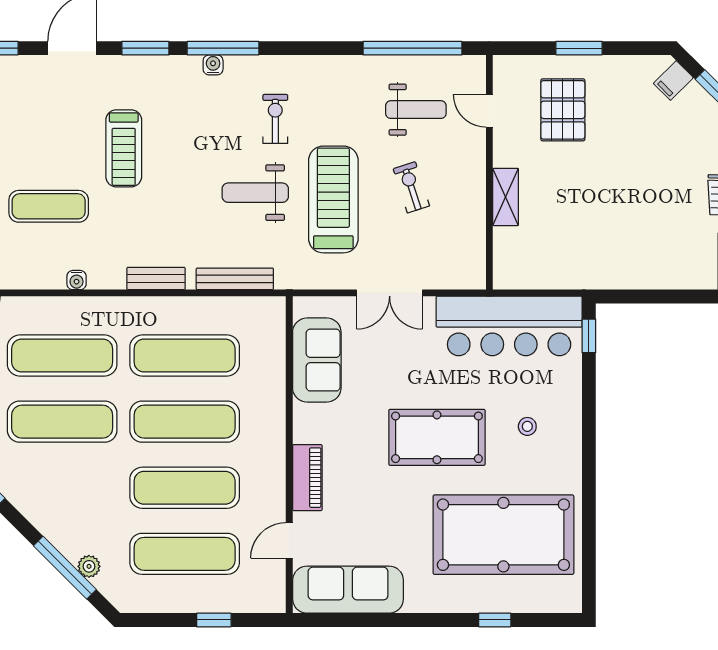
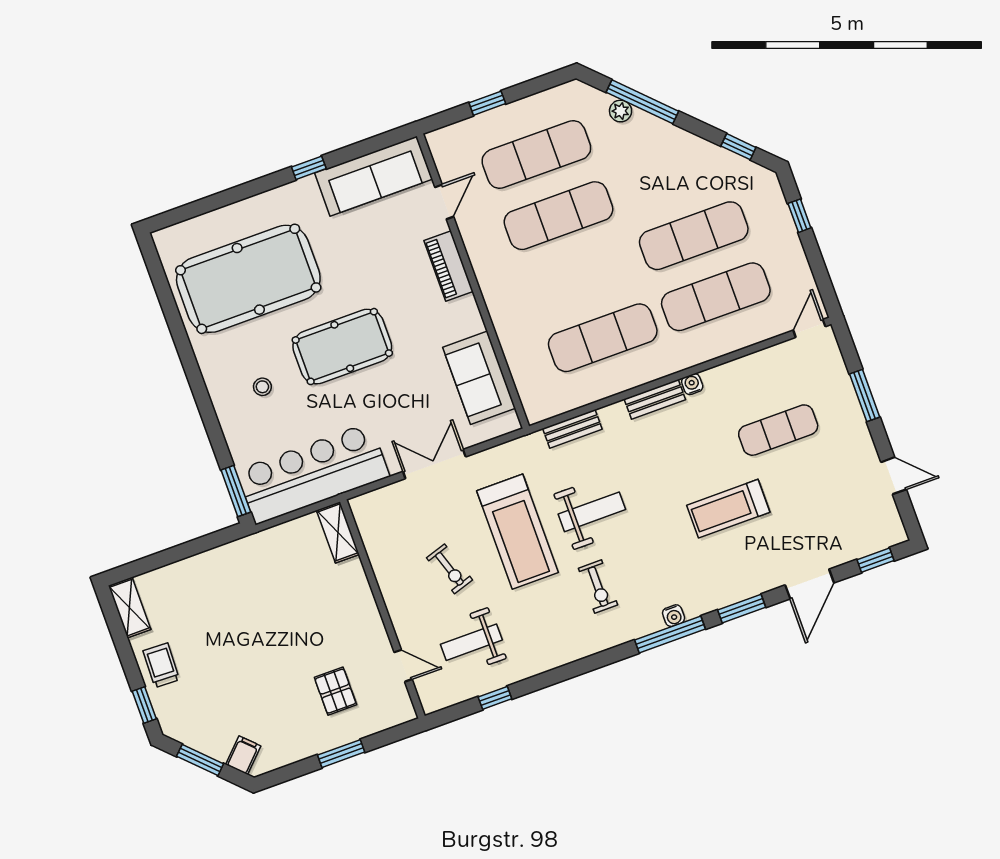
window: (413, 48) -> (495, 698), width x0.32
pallet: (563, 110) -> (335, 691), width x0.67, depth x0.71
treadmill: (124, 148) -> (728, 509), turned -90
shelving: (506, 197) -> (338, 532), moved
bench: (235, 279) -> (572, 429), width x0.73
water cooler: (77, 280) -> (692, 384), moved
window: (589, 336) -> (236, 491), width x1.50
exercise mat: (185, 422) -> (581, 277), removed
window: (495, 620) -> (309, 168), moved

